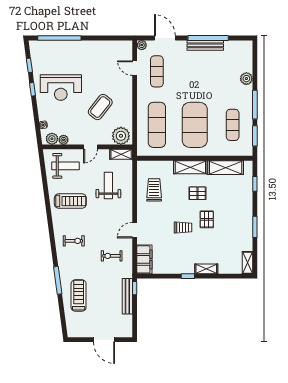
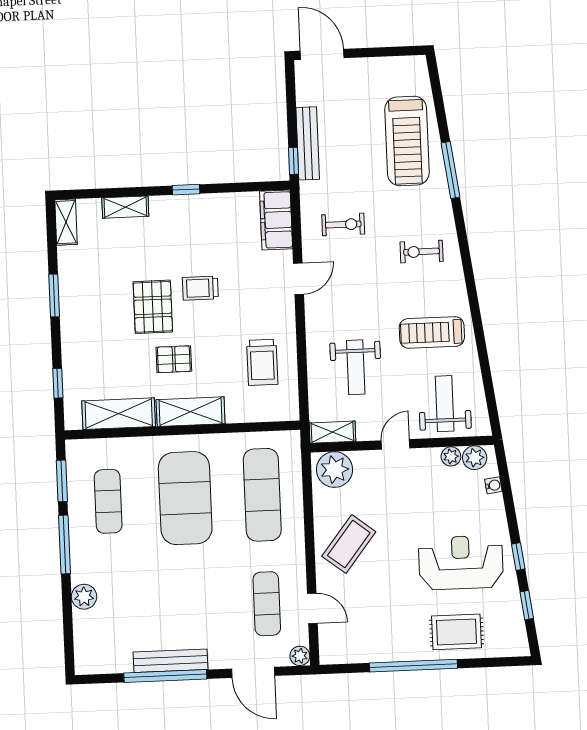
window: (59, 38) -> (413, 666), moved
rug: (64, 54) -> (457, 632), added
coffee table: (100, 107) -> (349, 544), moved
weight bench: (66, 166) -> (445, 404), turned 90
pallet: (207, 219) -> (153, 307), width x1.50, depth x1.42
shelving: (206, 269) -> (125, 207), moved
treadmill: (79, 295) -> (407, 141), width x1.37, depth x1.38
door: (104, 340) -> (322, 54), moved

